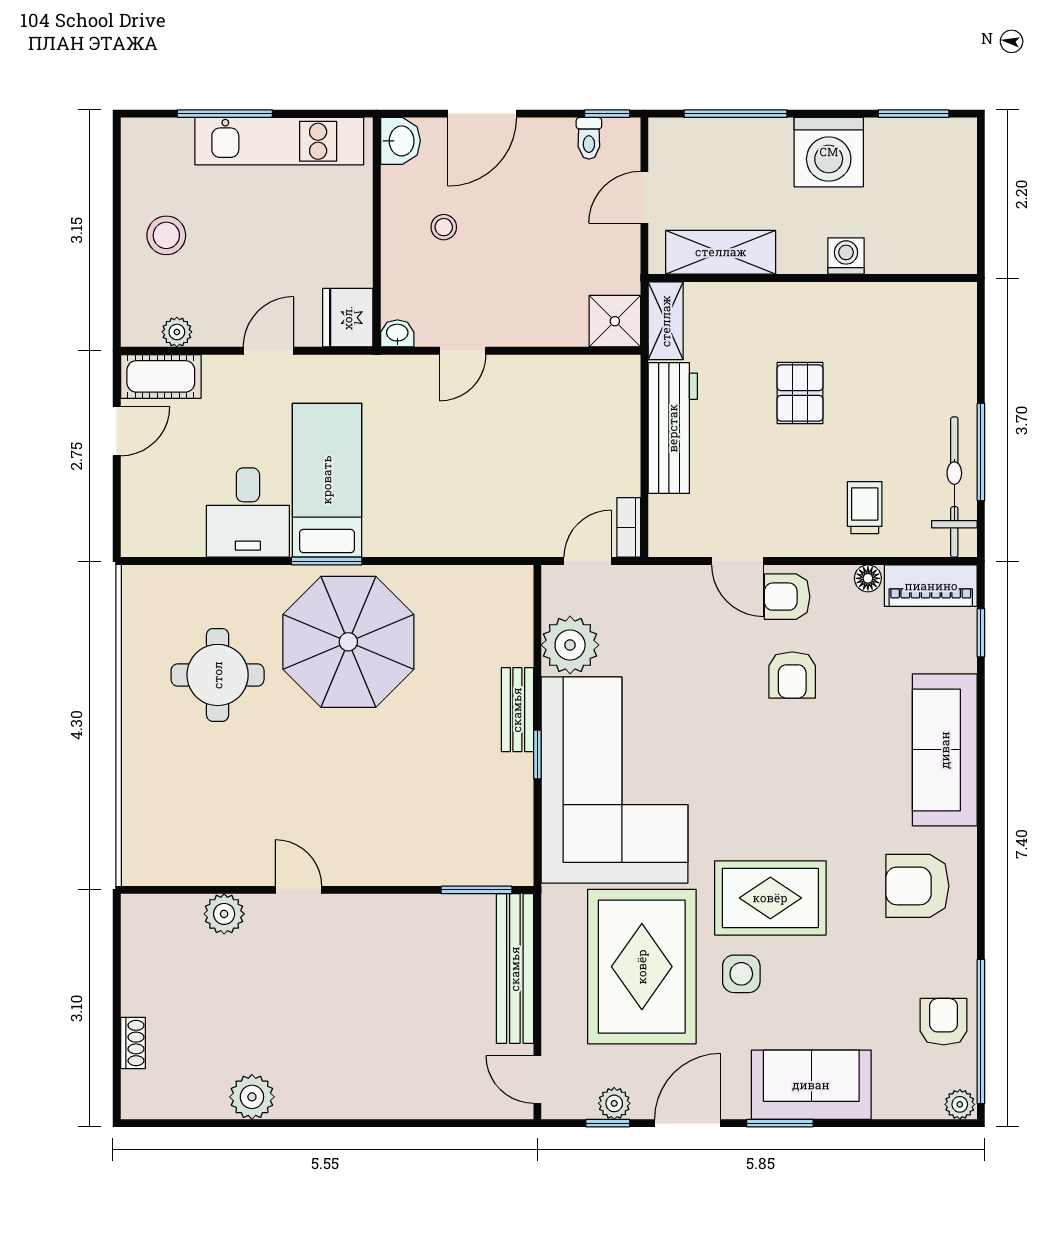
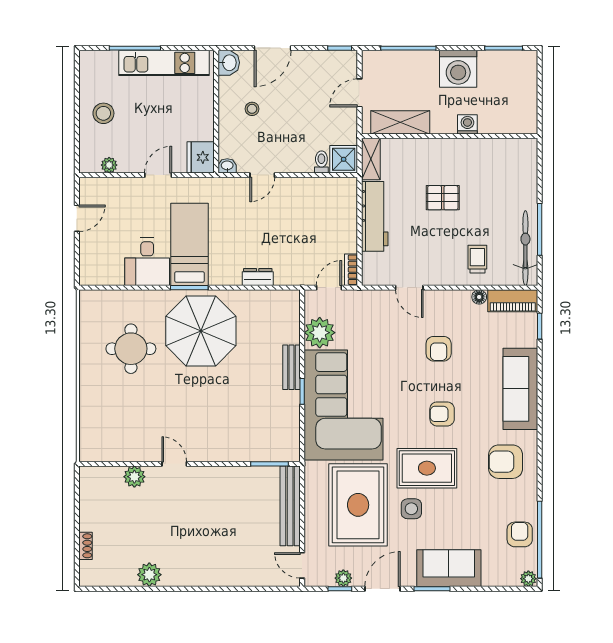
toilet: (589, 138) -> (321, 162), moved, turned 180
cot: (161, 376) -> (100, 189), removed
pallet: (800, 393) -> (443, 198), turned 90
dresser: (454, 541) -> (258, 277), added
armchair: (787, 597) -> (442, 414), moved

